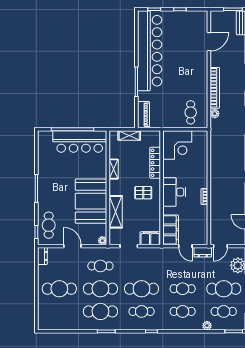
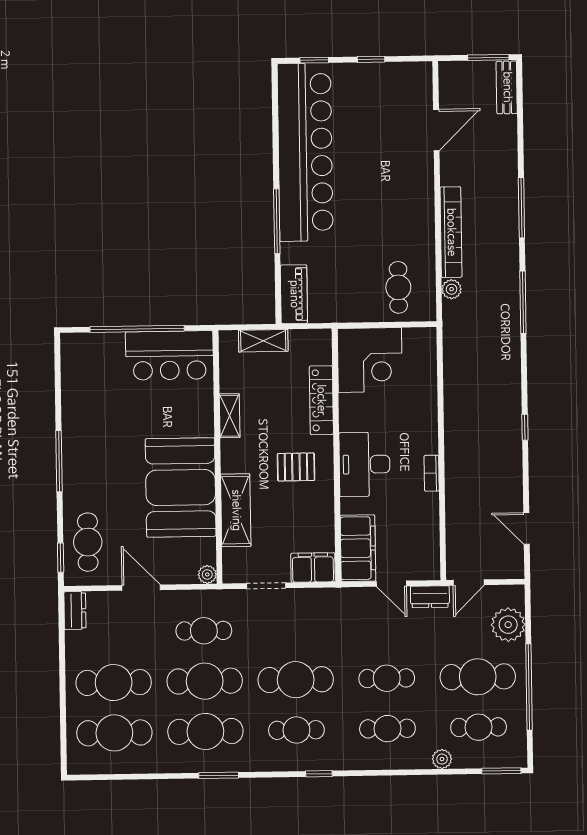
bar counter: (80, 141) -> (169, 355), width x0.73
cafe table: (59, 311) -> (114, 733), added

